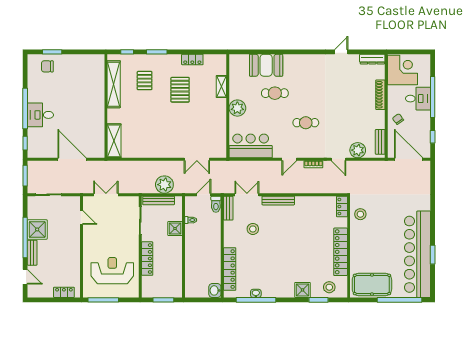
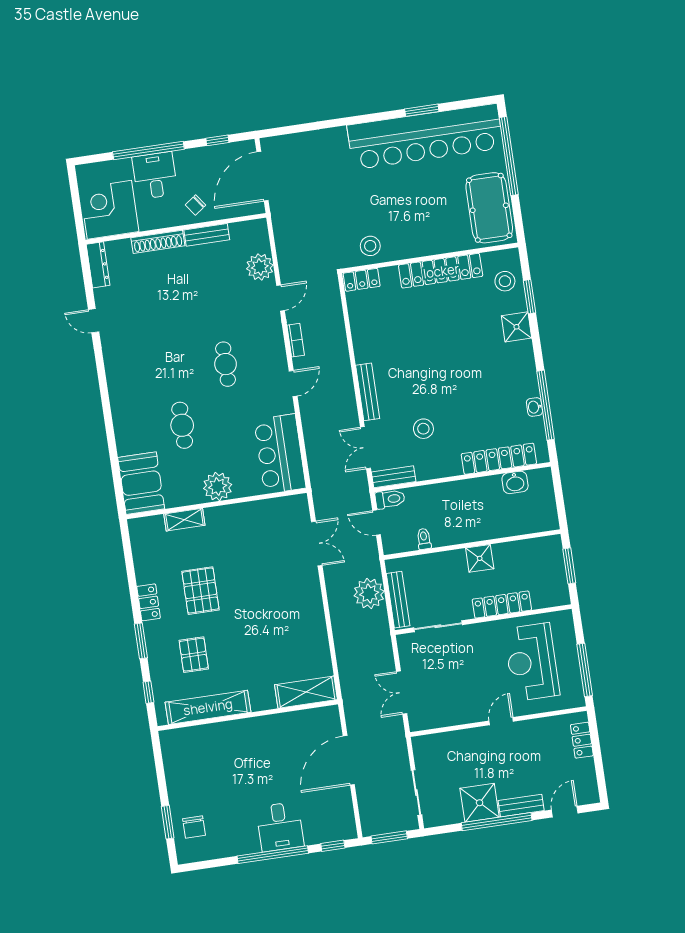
locker: (192, 59) -> (149, 602), moved
booth: (266, 65) -> (141, 483), moved
pallet: (145, 81) -> (194, 655), turned 90
pallet: (180, 90) -> (200, 591), turned 90
bench: (380, 142) -> (207, 235), moved
door: (289, 159) -> (293, 384), hinge flipped
door: (81, 218) -> (501, 721), moved
shower: (175, 229) -> (480, 558), moved
washbasin: (215, 290) -> (515, 482), moved

